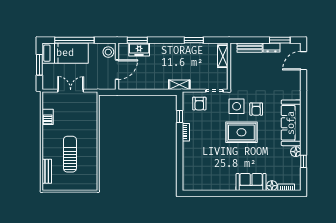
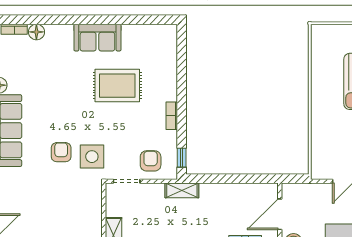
window: (180, 116) -> (182, 158), moved
rug: (241, 132) -> (117, 86), moved
sofa: (251, 182) -> (97, 38), moved

